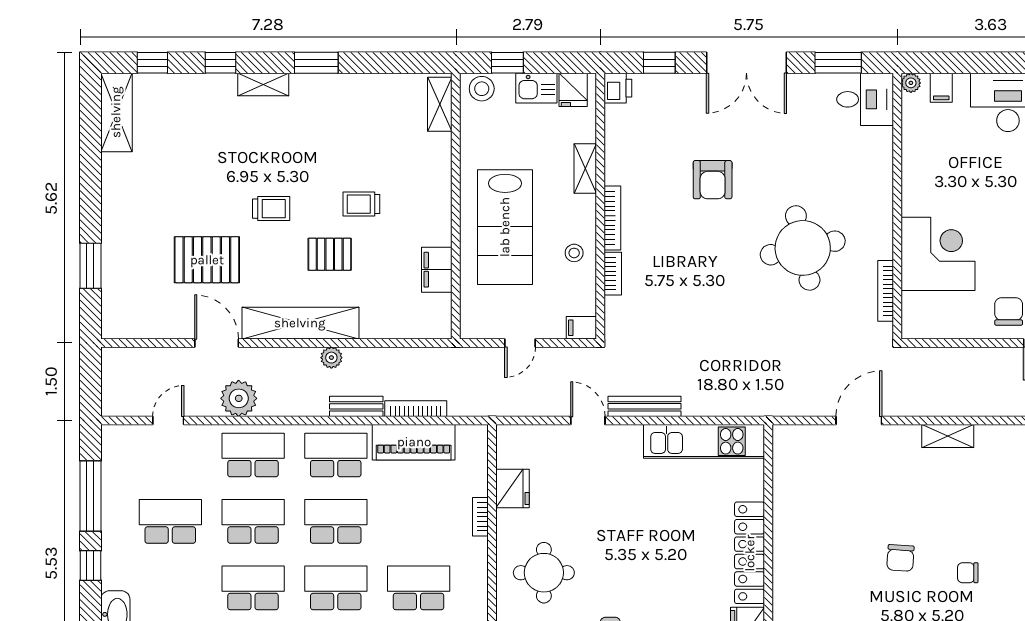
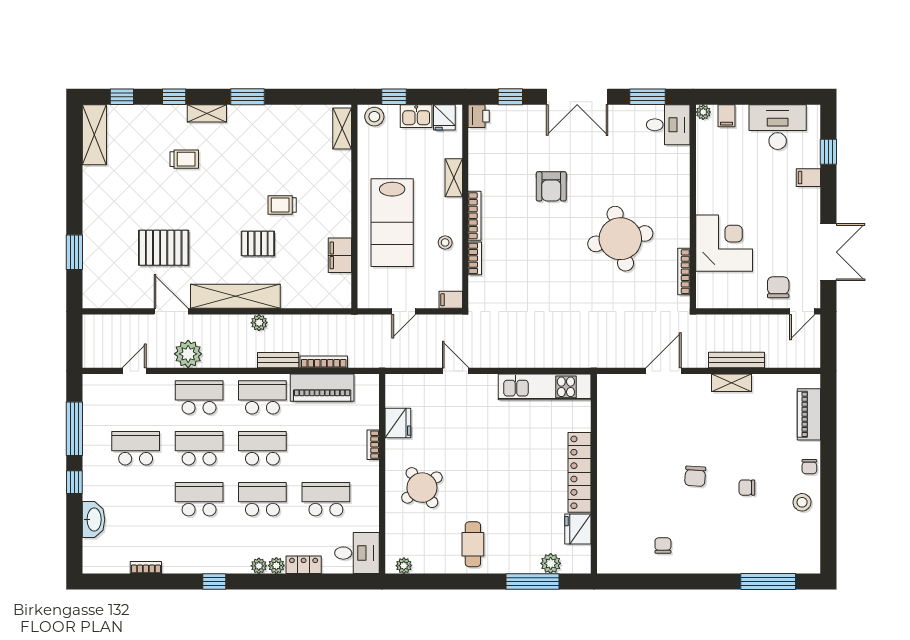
trolley: (271, 209) -> (184, 159), moved
bench: (645, 406) -> (737, 360), moved
round table: (544, 573) -> (422, 488), turned -35

